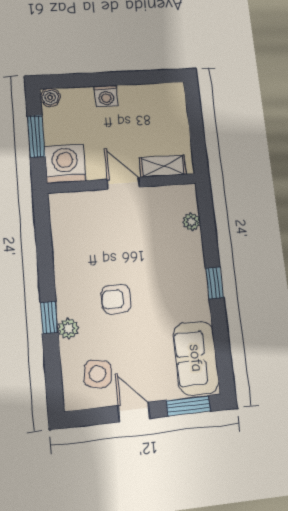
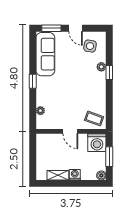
shelving: (163, 166) -> (58, 175), moved
coffee table: (75, 213) -> (94, 119), added
armchair: (116, 299) -> (79, 78), removed
sofa: (196, 358) -> (45, 54), width x1.36

